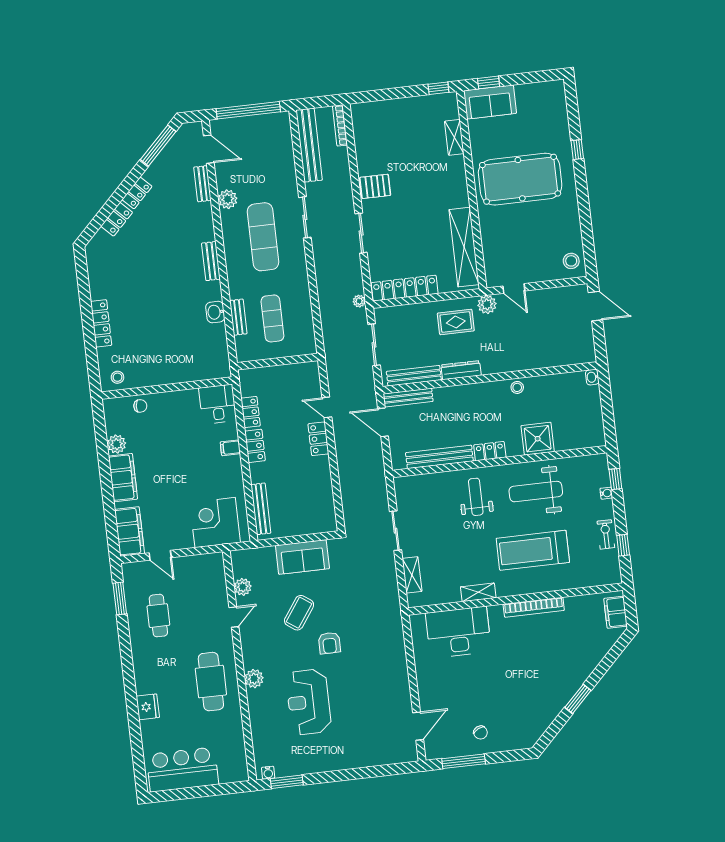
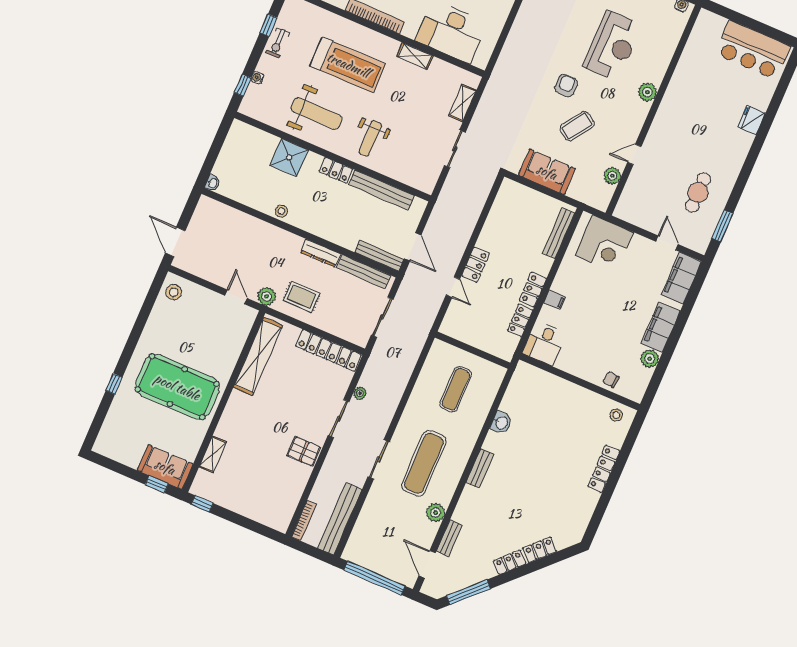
plant: (359, 301) -> (360, 393), moved
bench: (238, 317) -> (484, 407), removed
cafe table: (211, 682) -> (686, 111), removed

